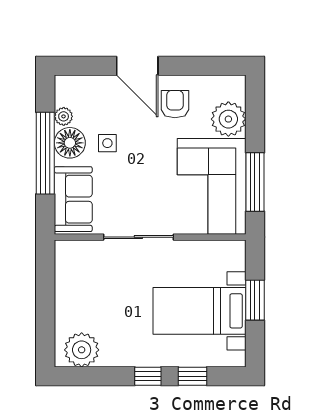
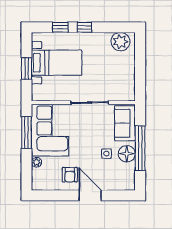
plant: (64, 116) -> (130, 168), removed
plant: (228, 119) -> (36, 162), width x0.53, depth x0.53

